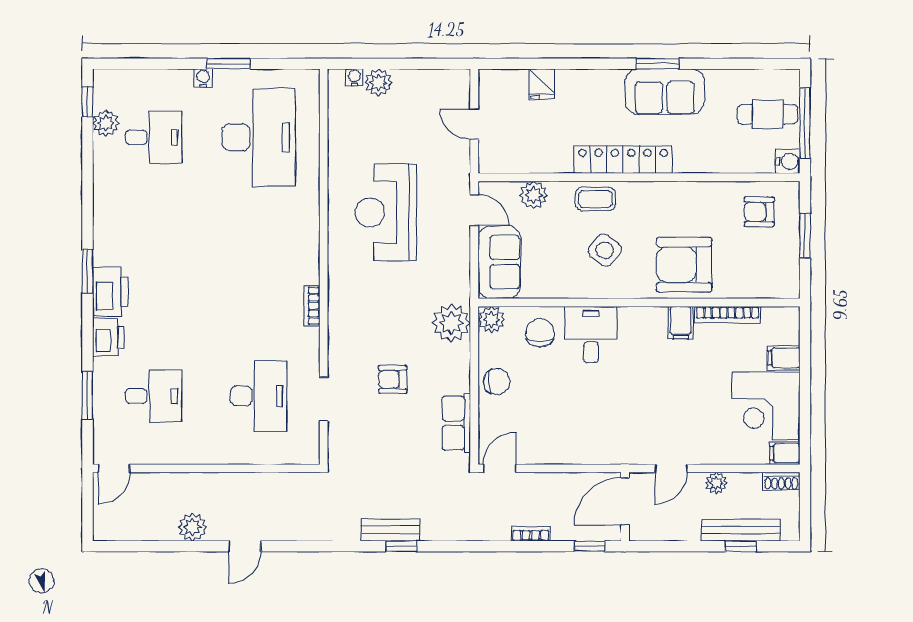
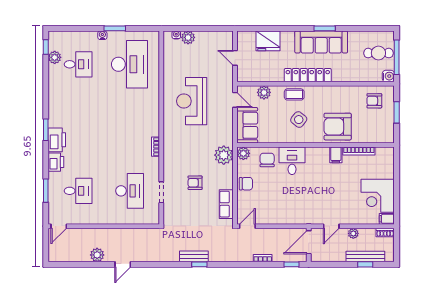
fridge: (542, 84) -> (268, 41), width x1.88, depth x1.34
sofa: (665, 92) -> (321, 42), width x1.36
filing cabinet: (784, 358) -> (386, 172), removed

